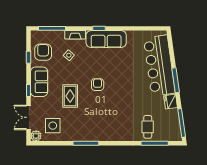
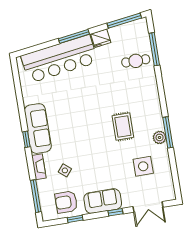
armchair: (98, 85) -> (95, 130), removed
rug: (70, 96) -> (123, 127), moved, turned 90
side table: (53, 126) -> (143, 166), moved
plant: (36, 136) -> (160, 137), moved

